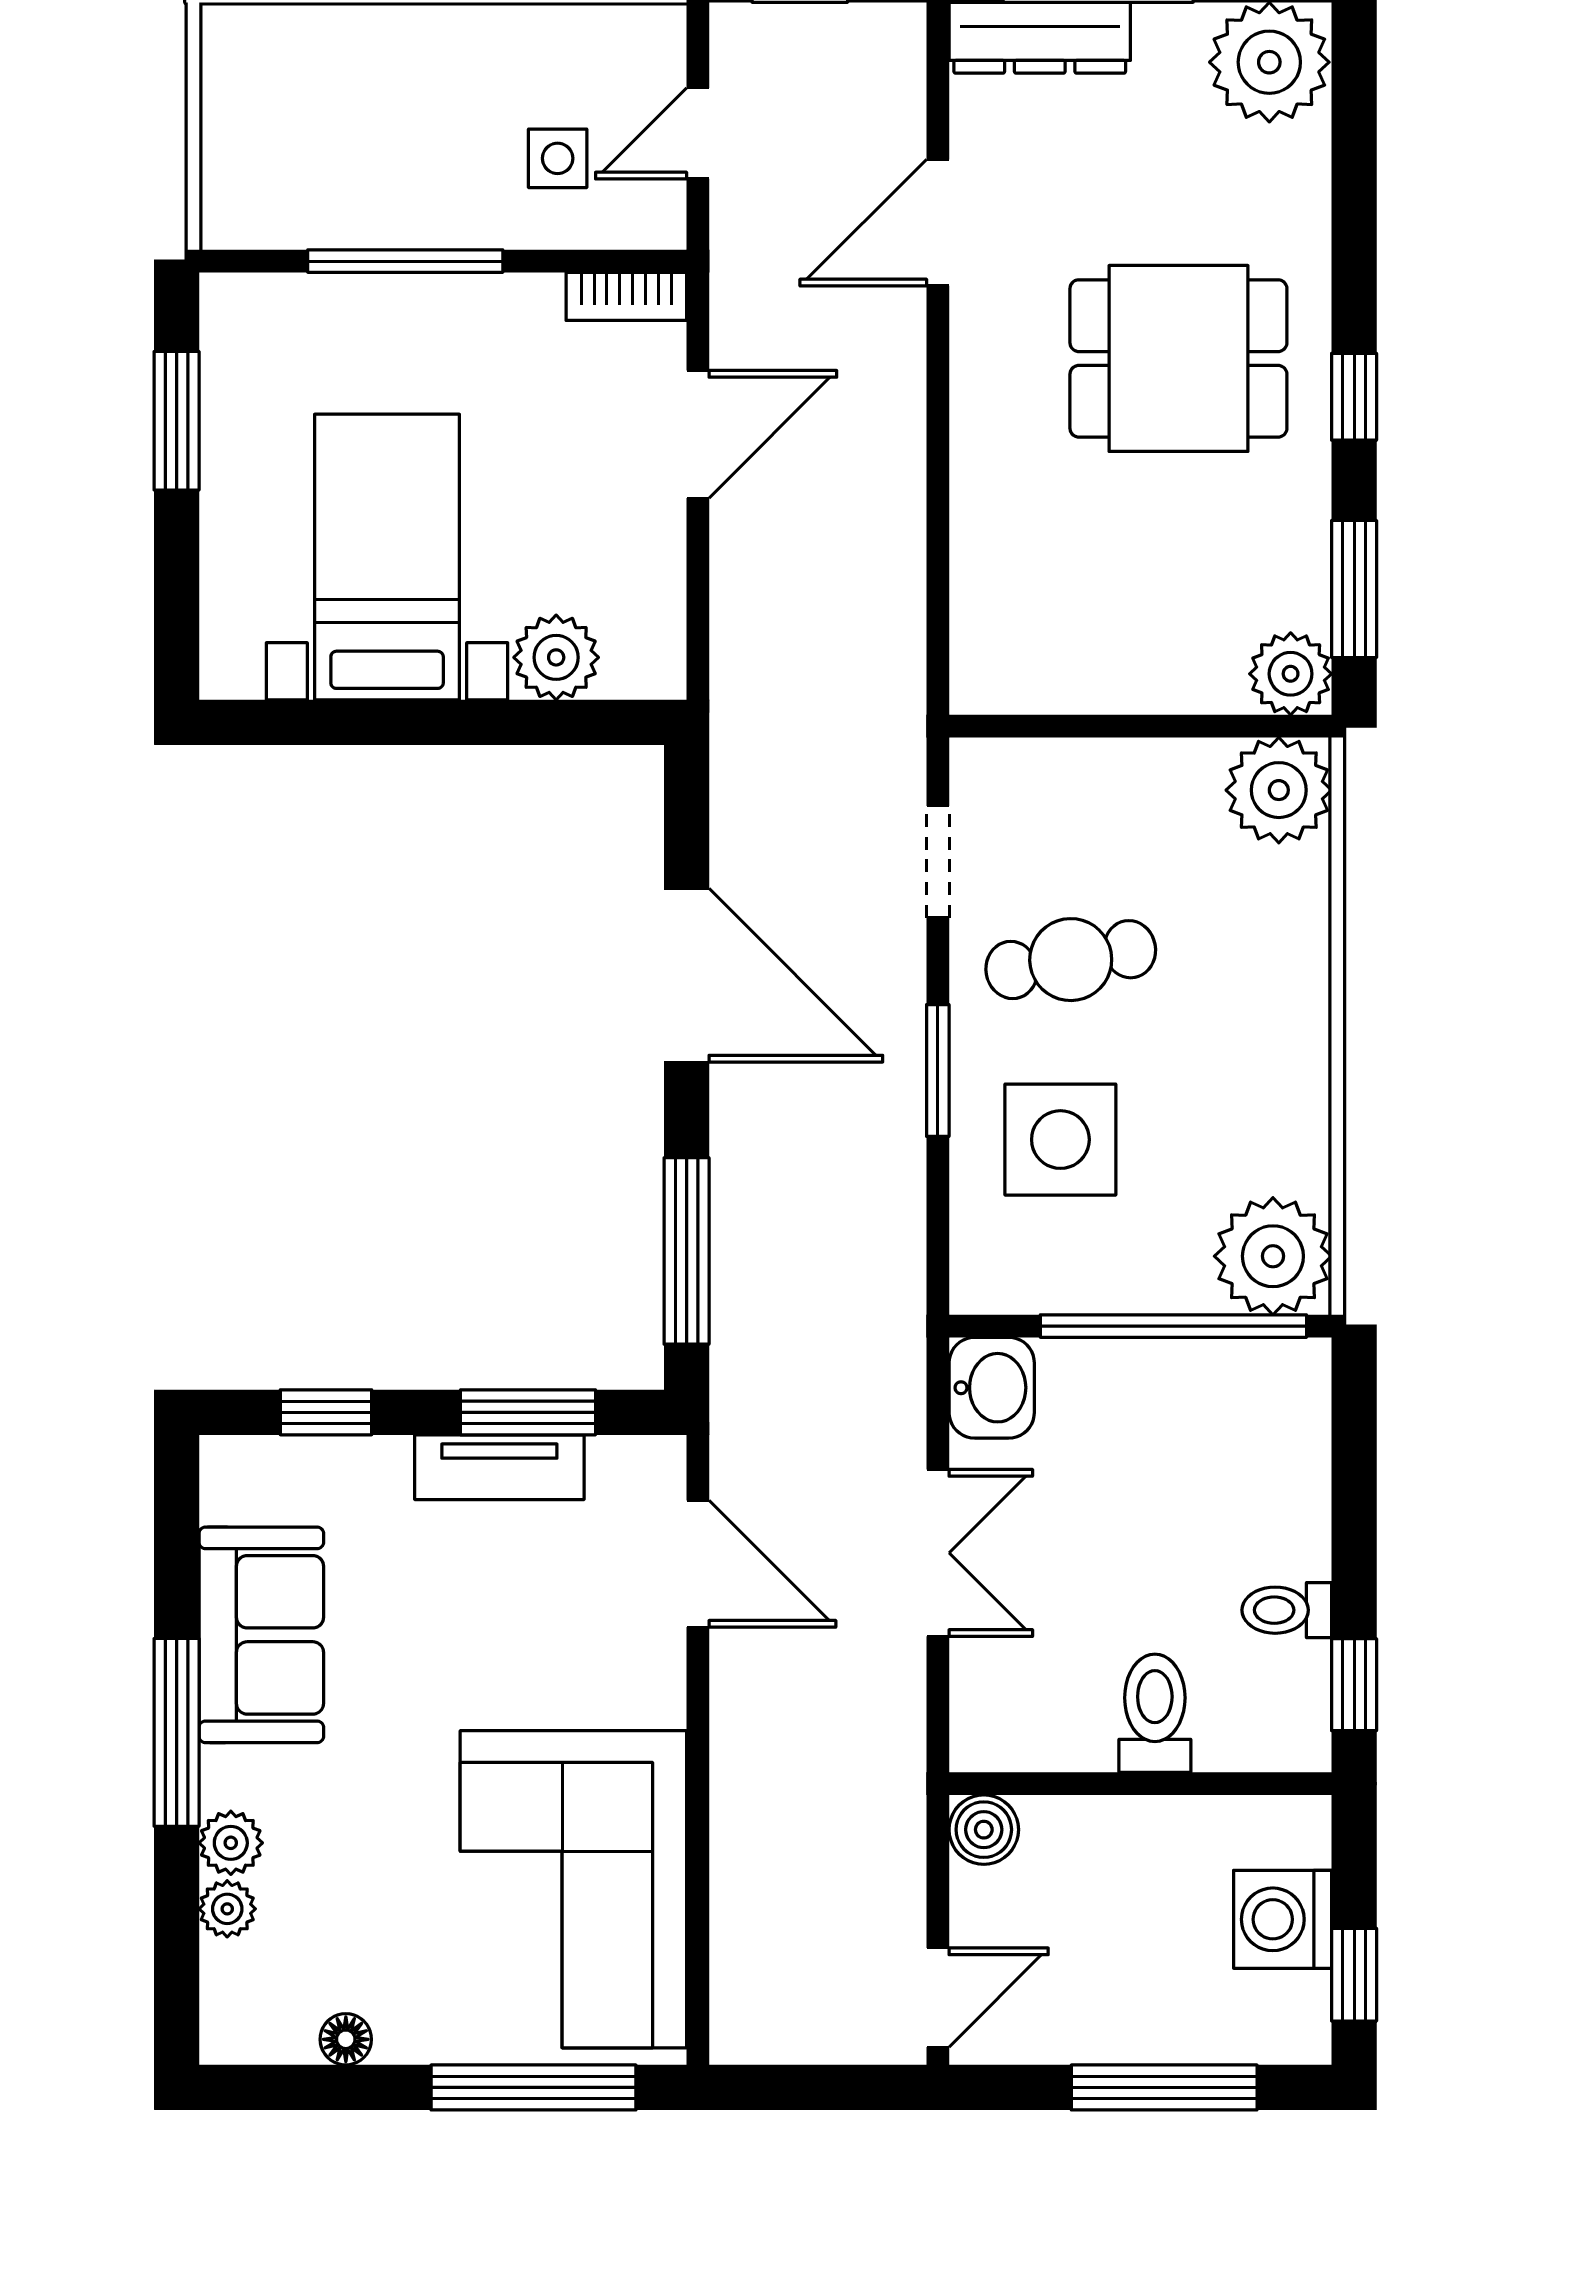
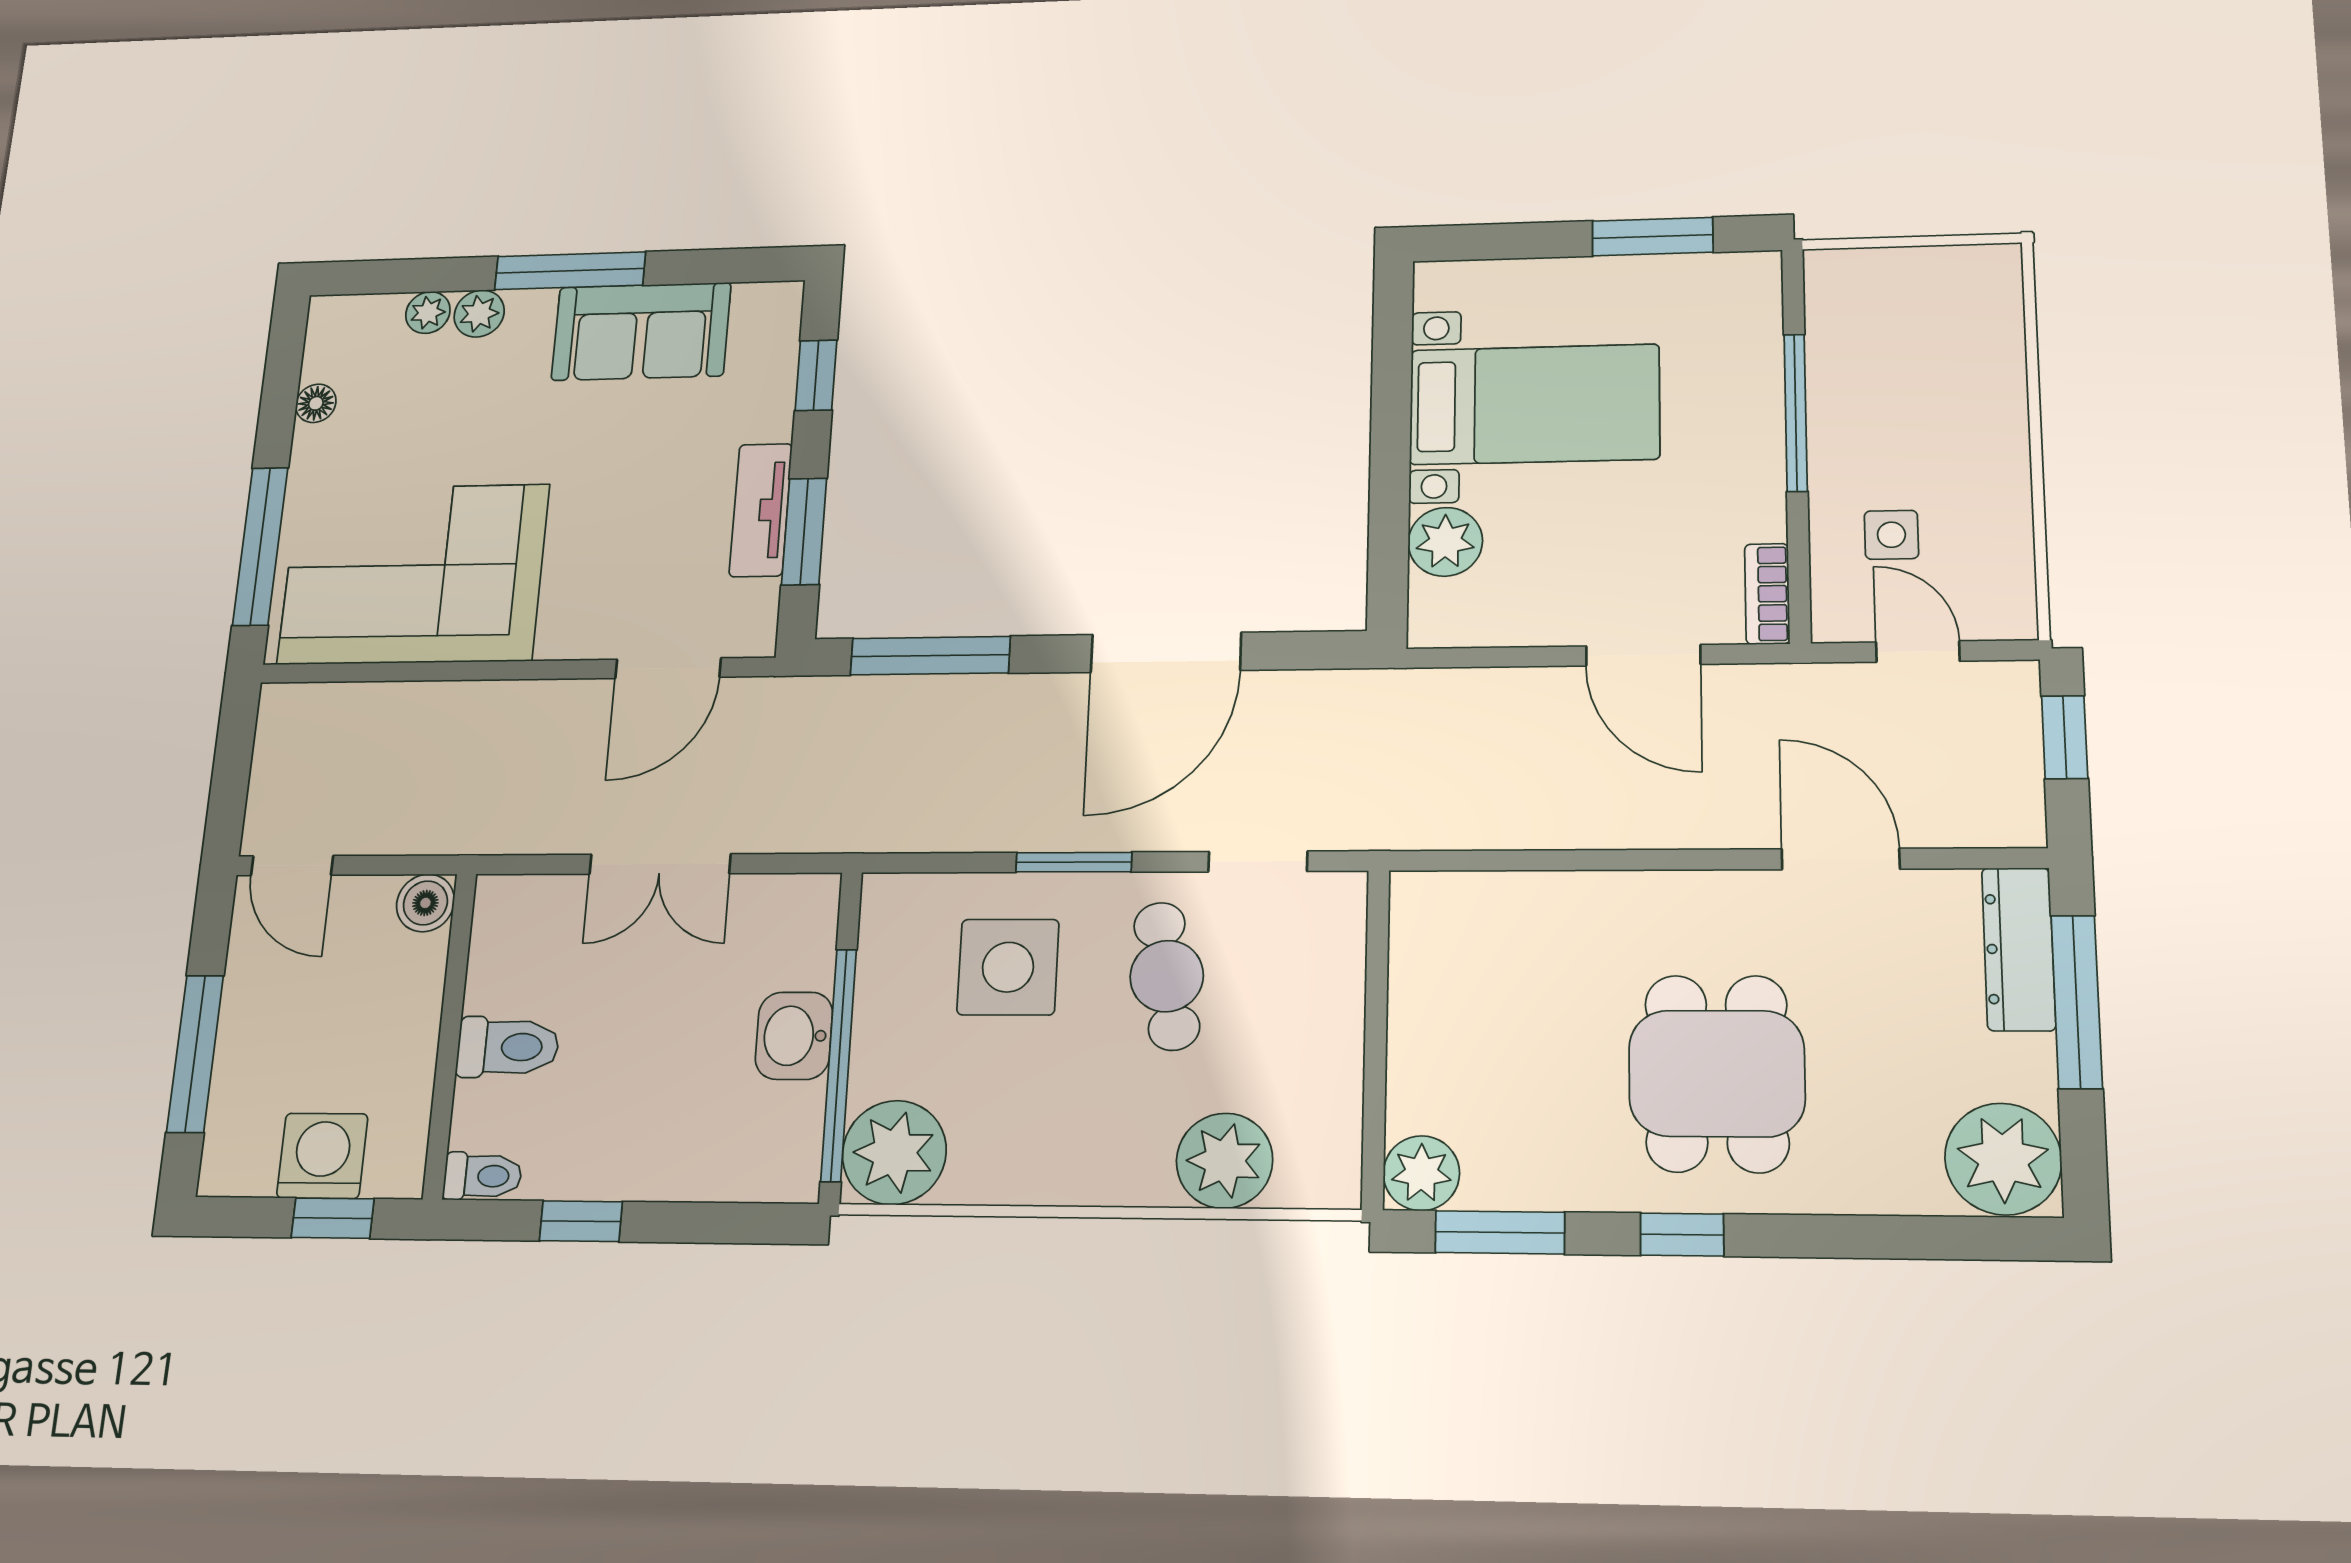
plant: (1279, 790) -> (1224, 1161), moved
washbasin: (992, 1388) -> (794, 1036), moved, turned 90
toilet: (1287, 1610) -> (483, 1176), moved, turned 90
window: (1354, 1685) -> (581, 1221), moved
window: (1354, 1975) -> (333, 1218), moved

